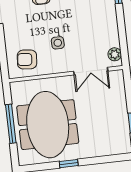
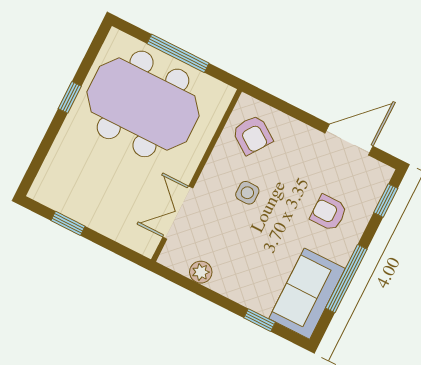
plant: (115, 54) -> (201, 272), moved
armchair: (27, 59) -> (252, 135), turned 120

